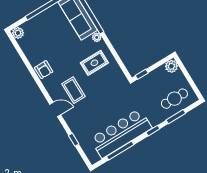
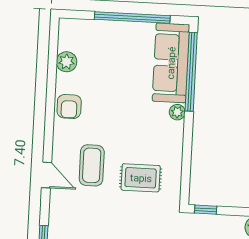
plant: (18, 33) -> (67, 62), moved
rug: (94, 63) -> (141, 178), moved

